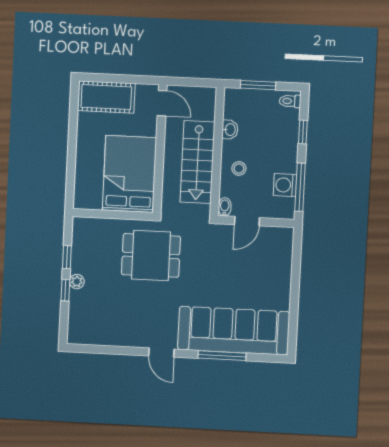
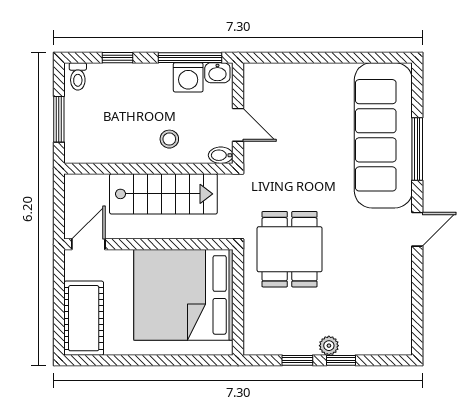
washbasin: (230, 130) -> (217, 73), moved, turned 180
bed: (129, 174) -> (183, 295), width x1.36

